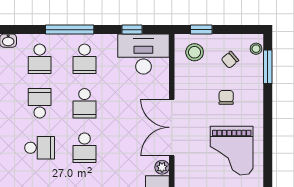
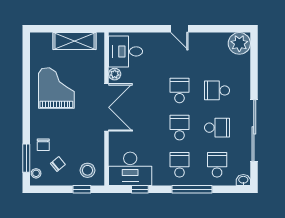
chair: (226, 97) -> (43, 145), moved
school desk: (40, 103) -> (217, 128), turned -90

